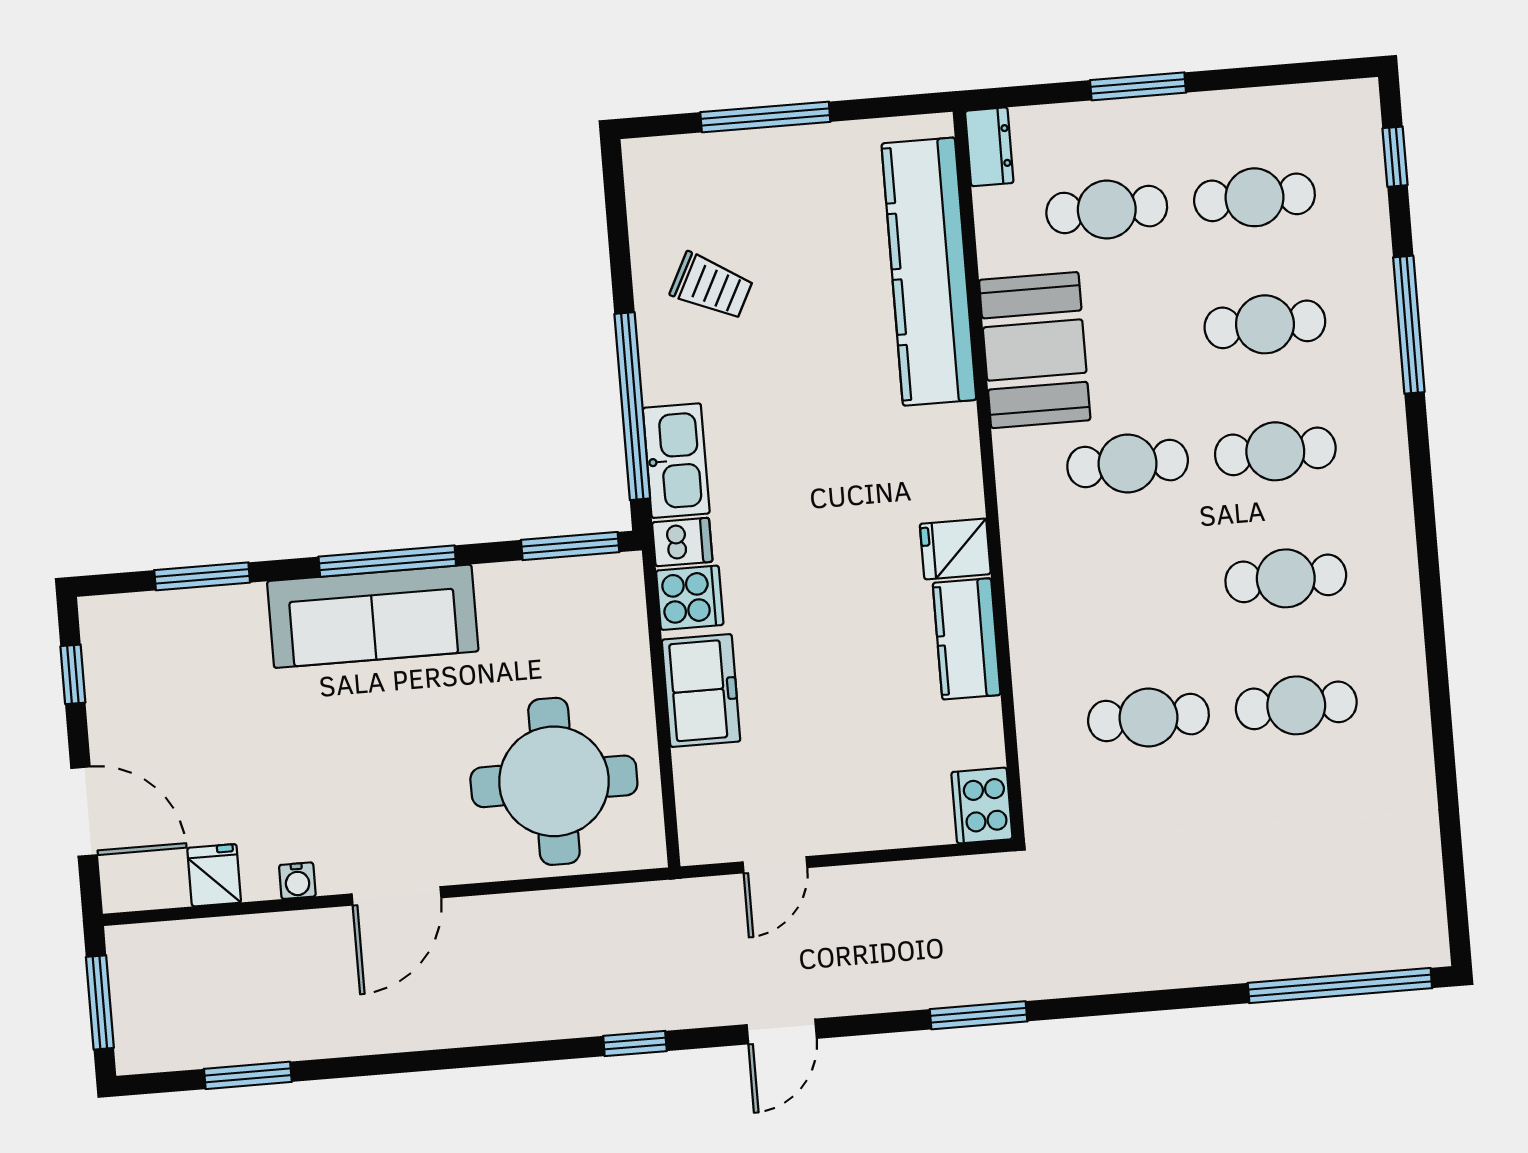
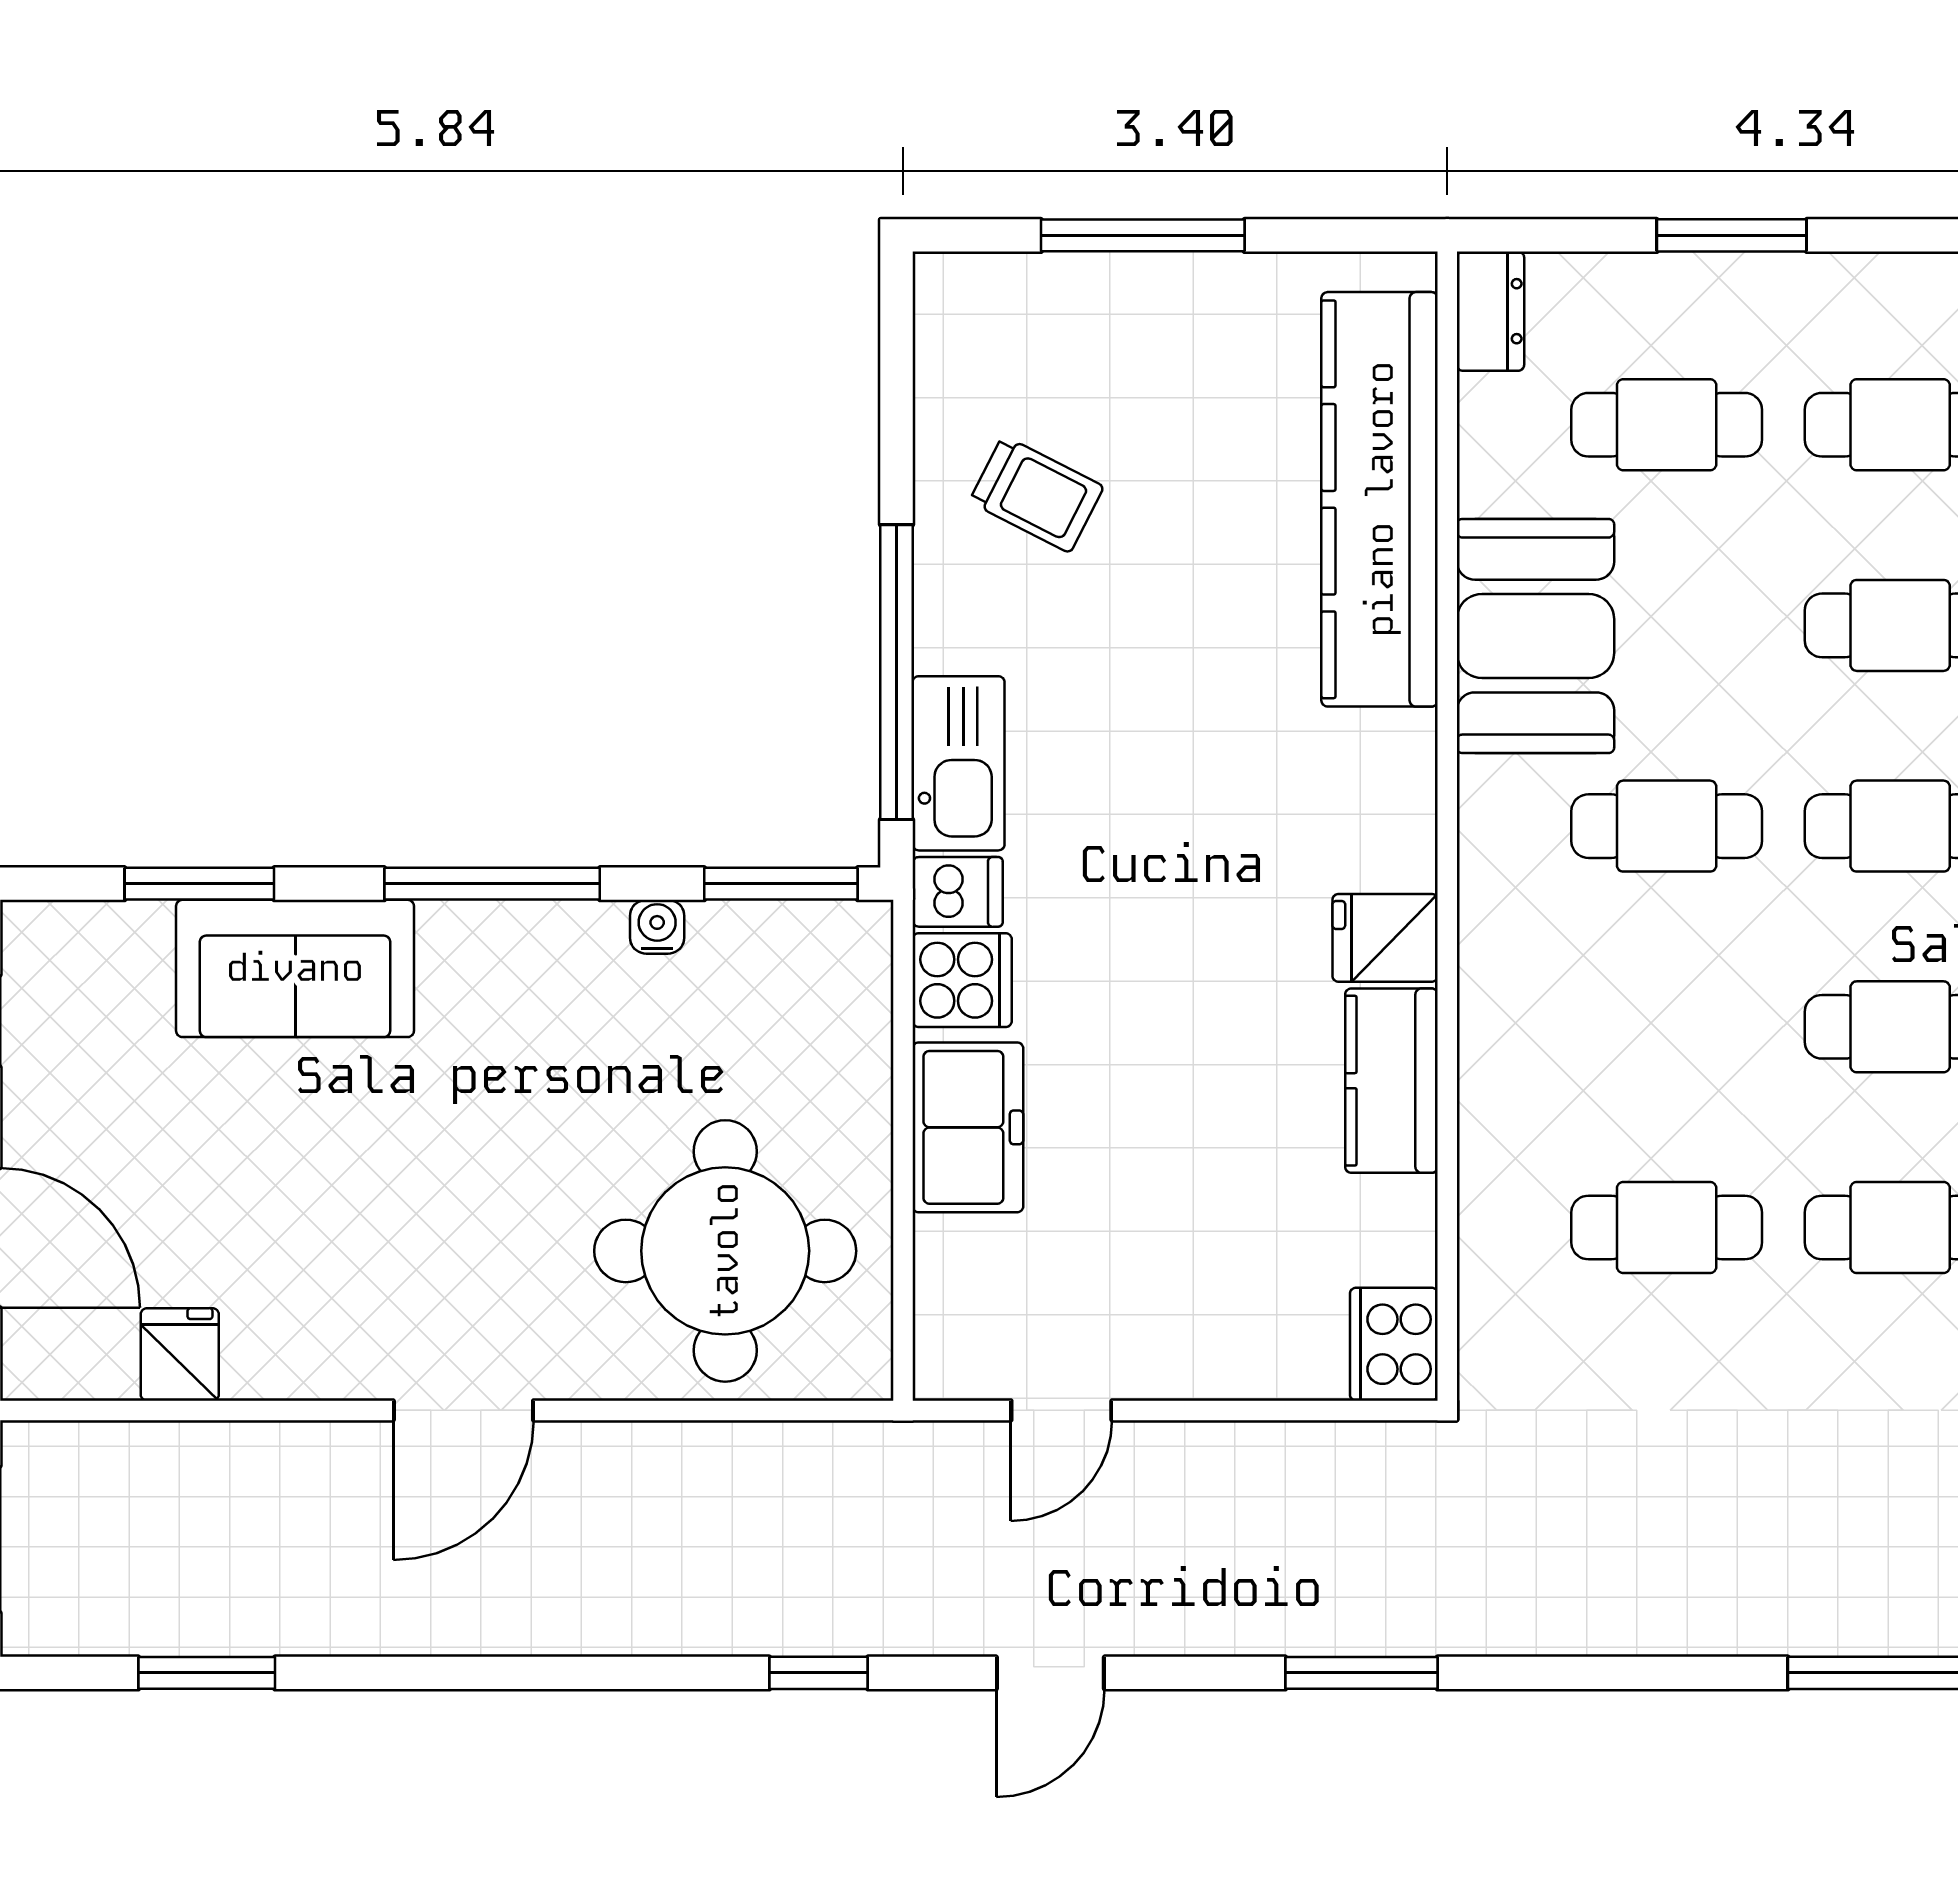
sofa: (373, 616) -> (295, 968), moved, width x0.73
water cooler: (297, 881) -> (657, 927), moved, turned 180

